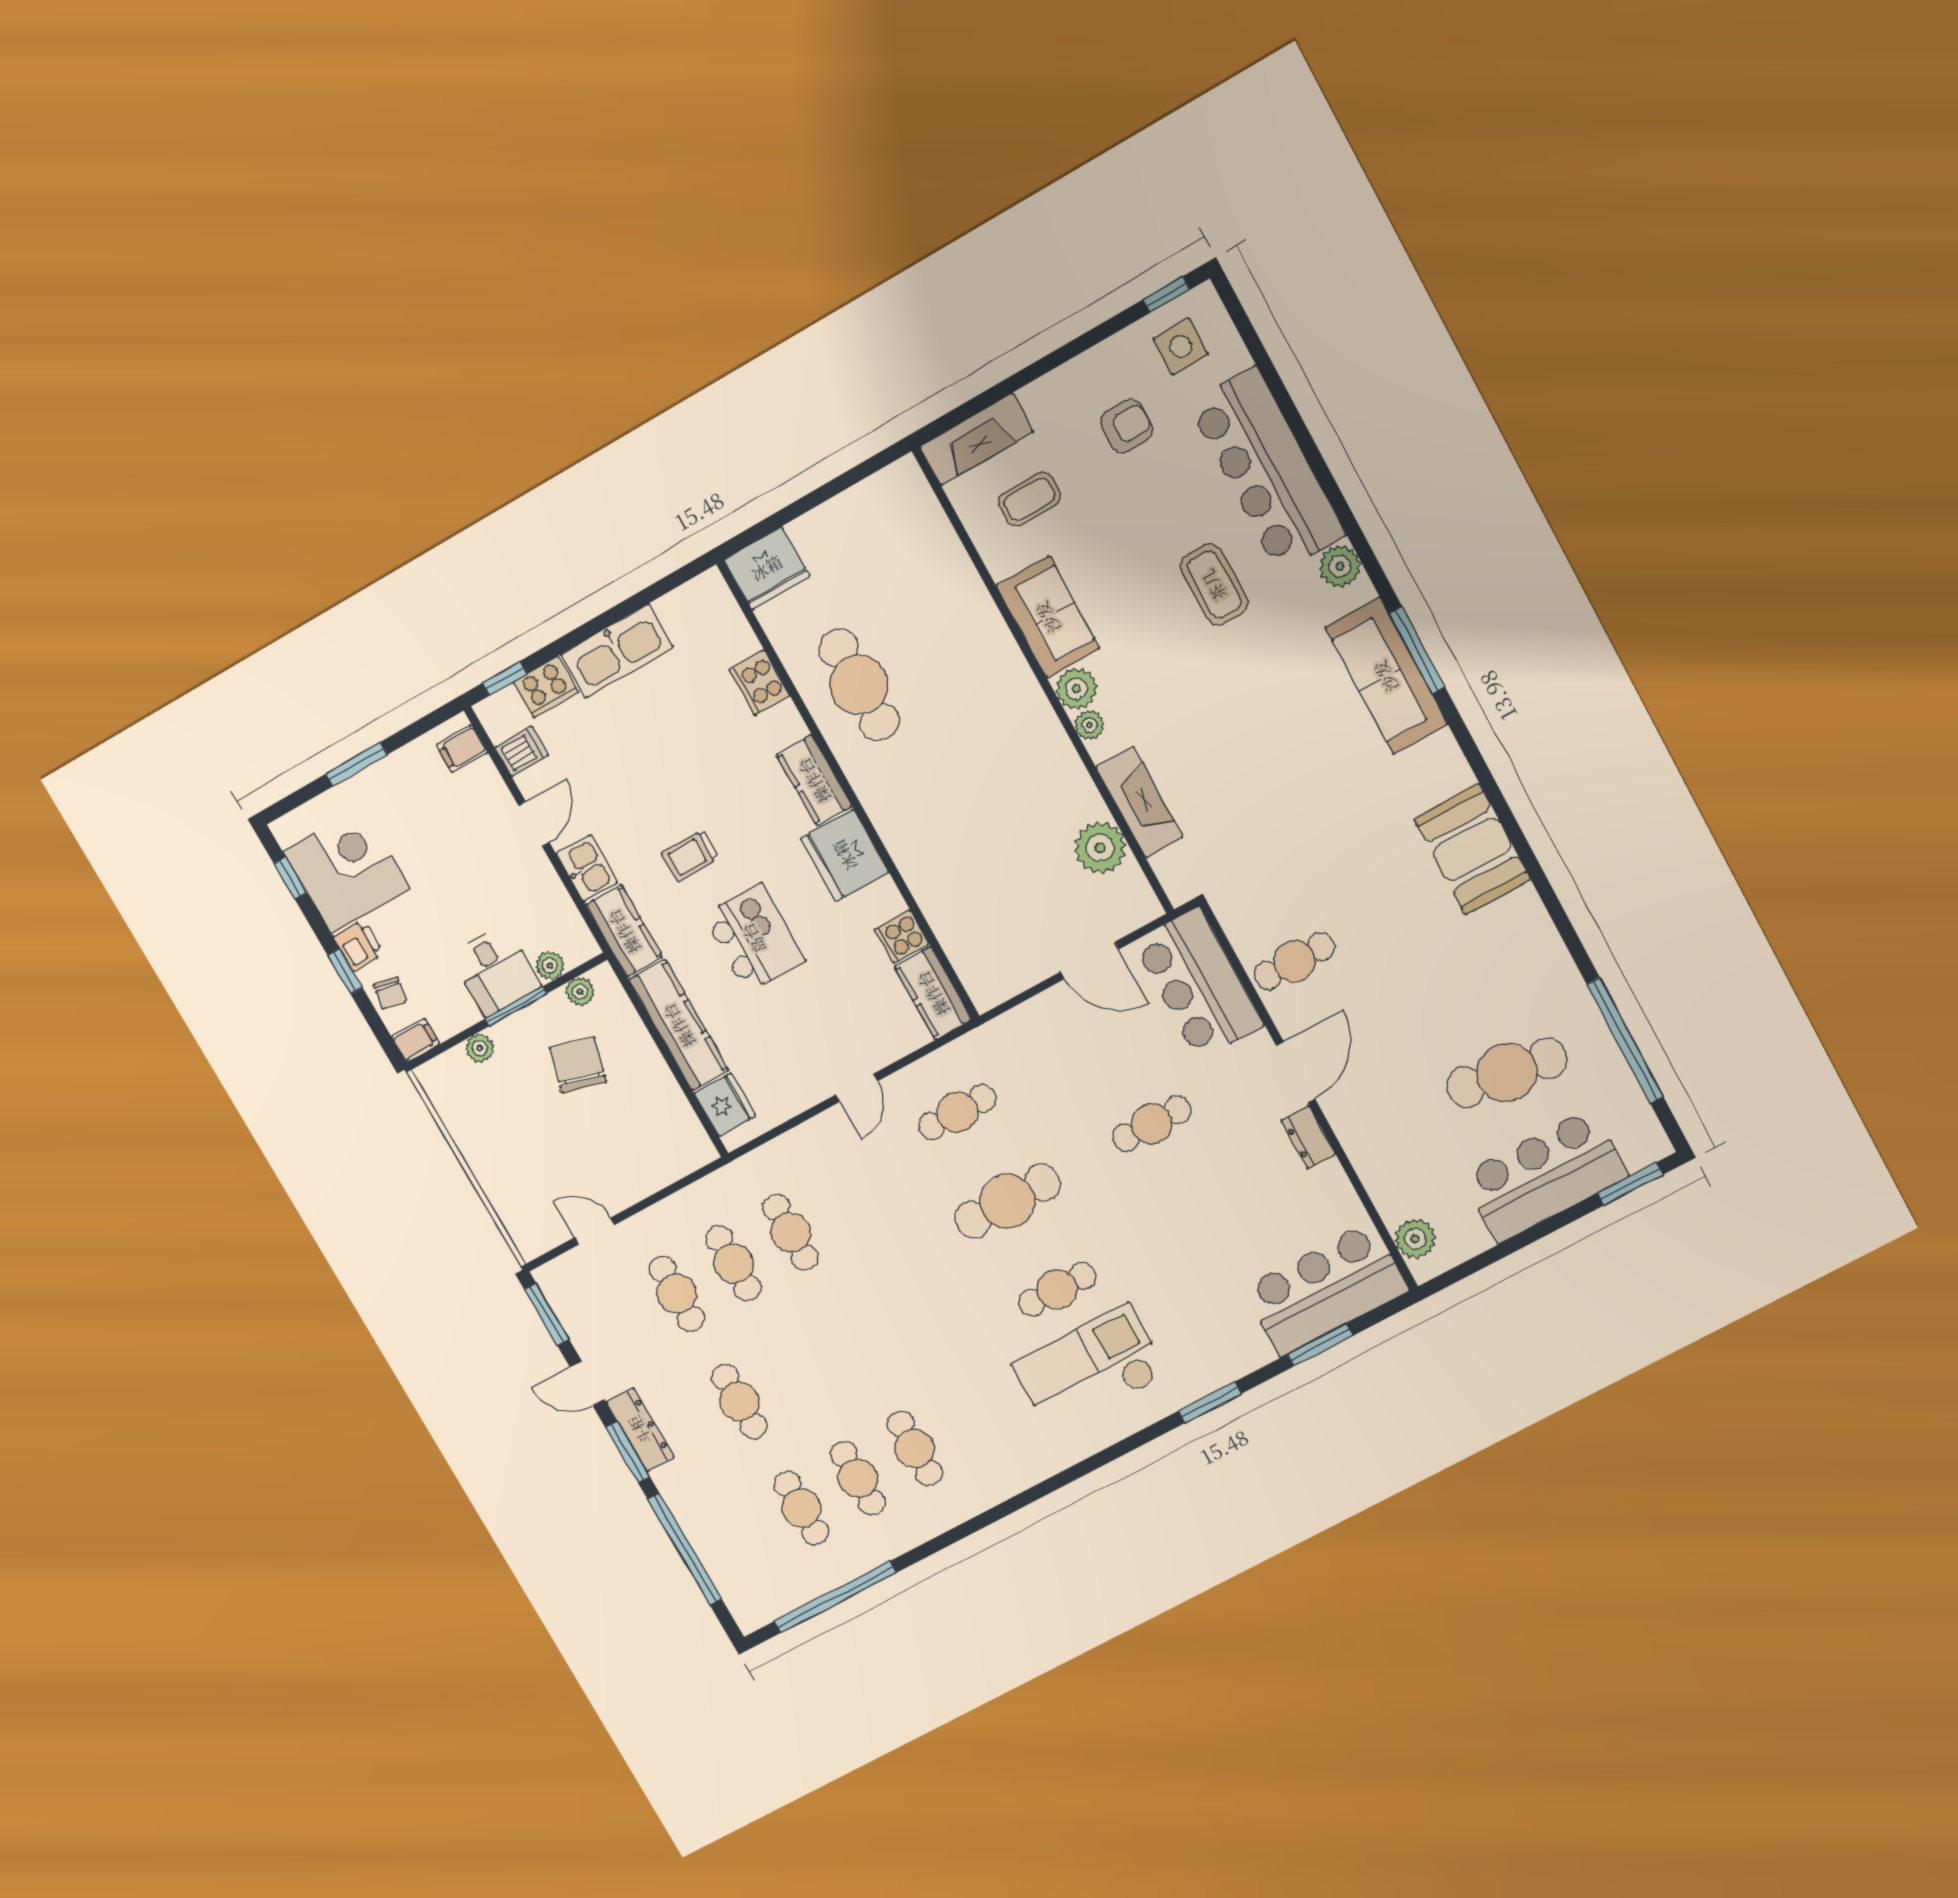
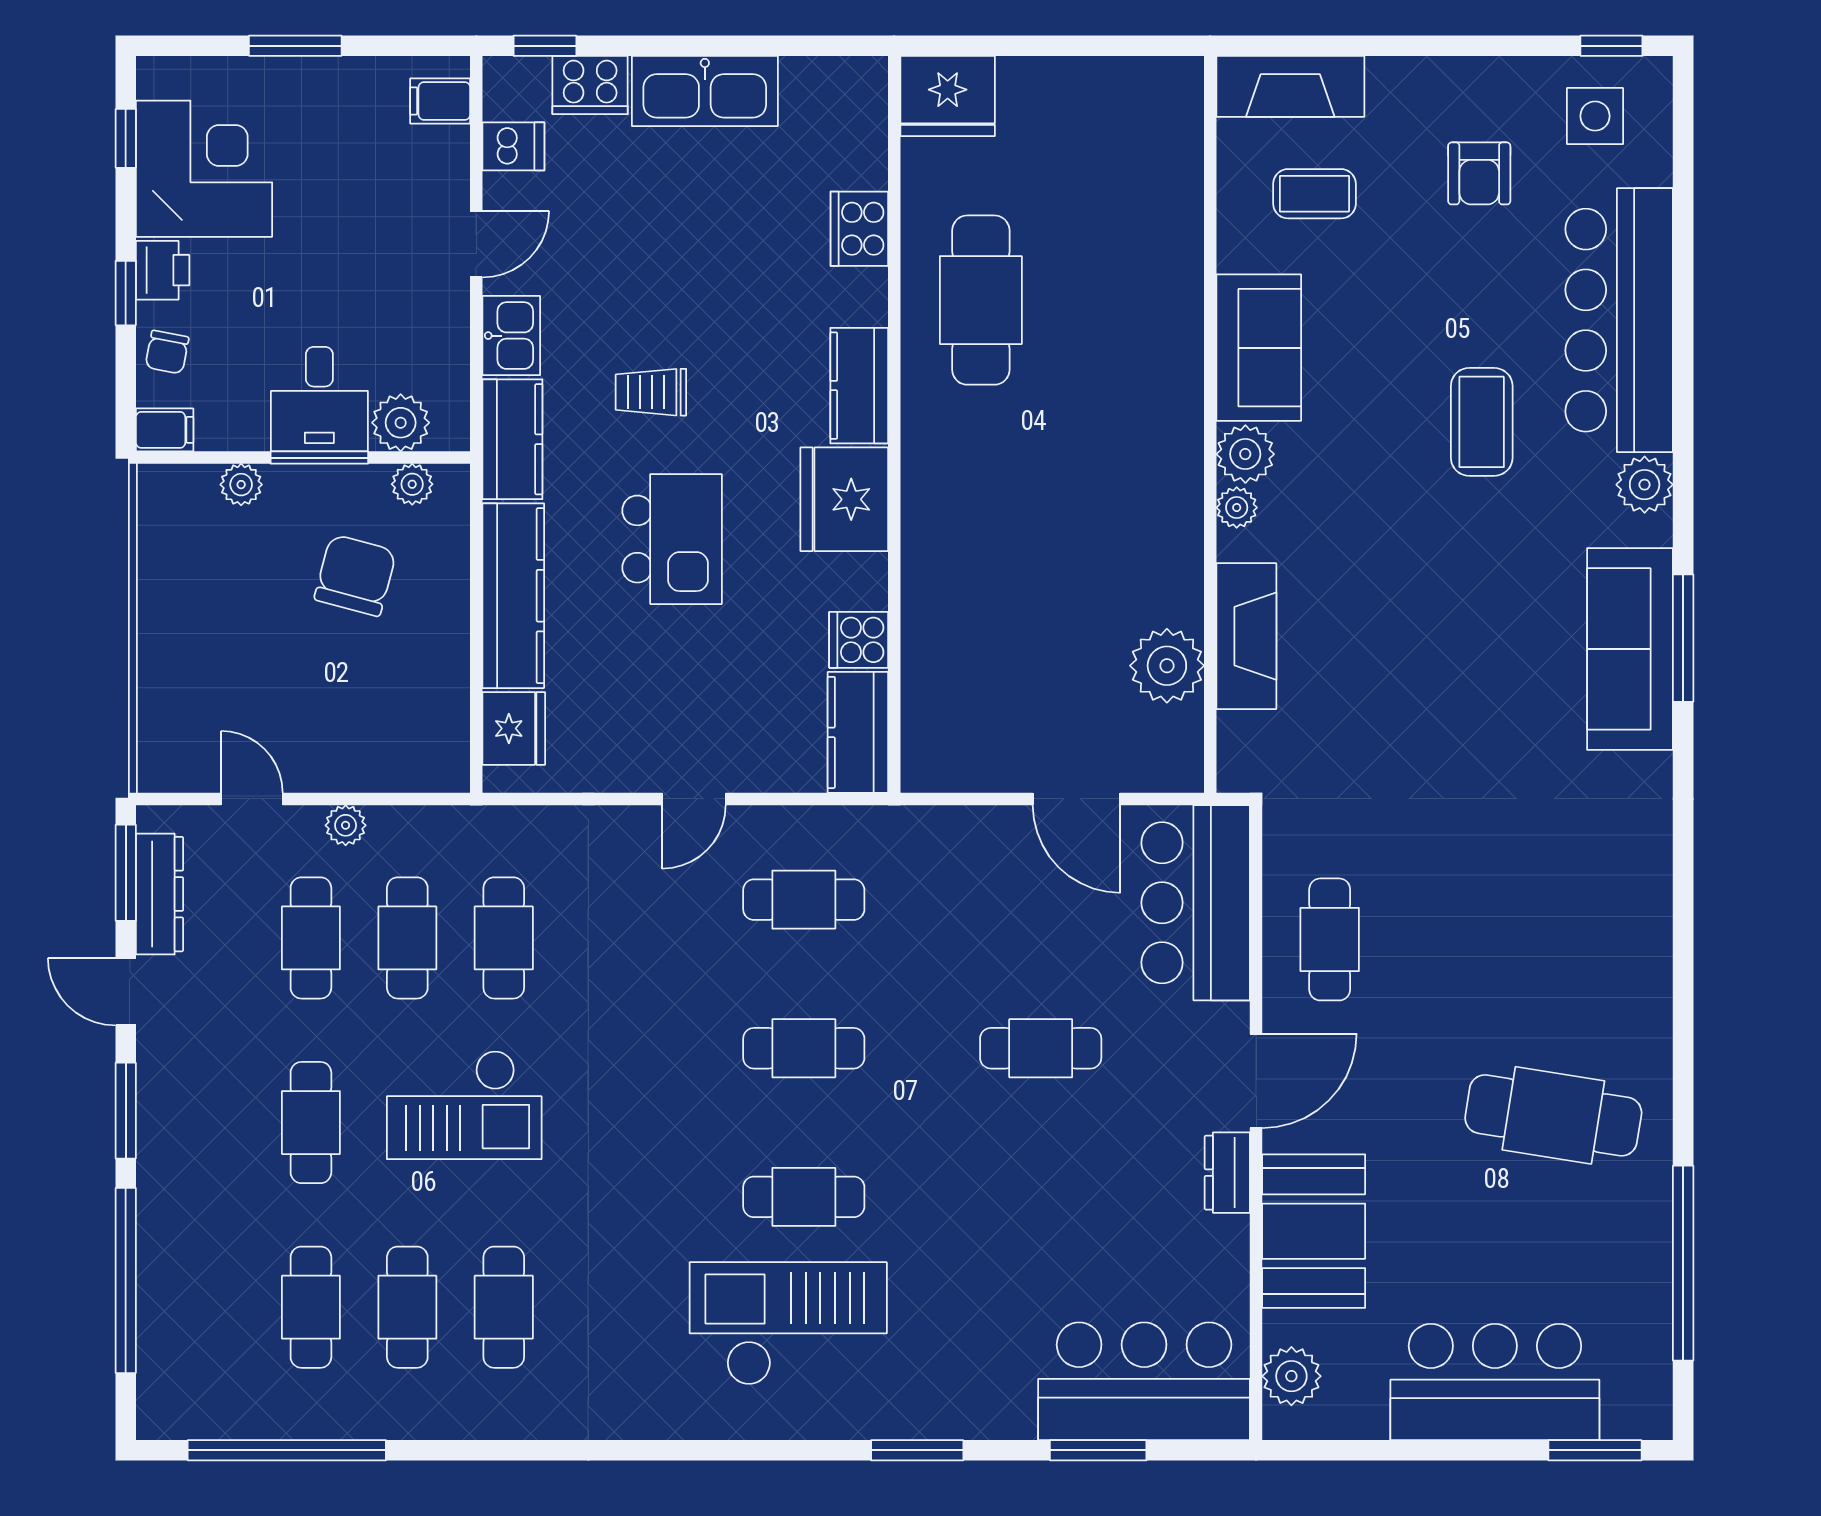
armchair: (1127, 426) -> (1479, 173), turned 90
booth: (1472, 849) -> (1314, 1231), moved
cafe table: (1294, 961) -> (1330, 939), turned 90
plant: (550, 966) -> (401, 423), width x1.38, depth x1.38
cafe table: (1507, 1073) -> (1553, 1115), moved
cafe table: (1007, 1201) -> (804, 1048), width x0.73, depth x0.74
plant: (659, 1217) -> (346, 825), added
checkout: (823, 1343) -> (464, 1105), added
dresser: (640, 1430) -> (160, 894), moved

